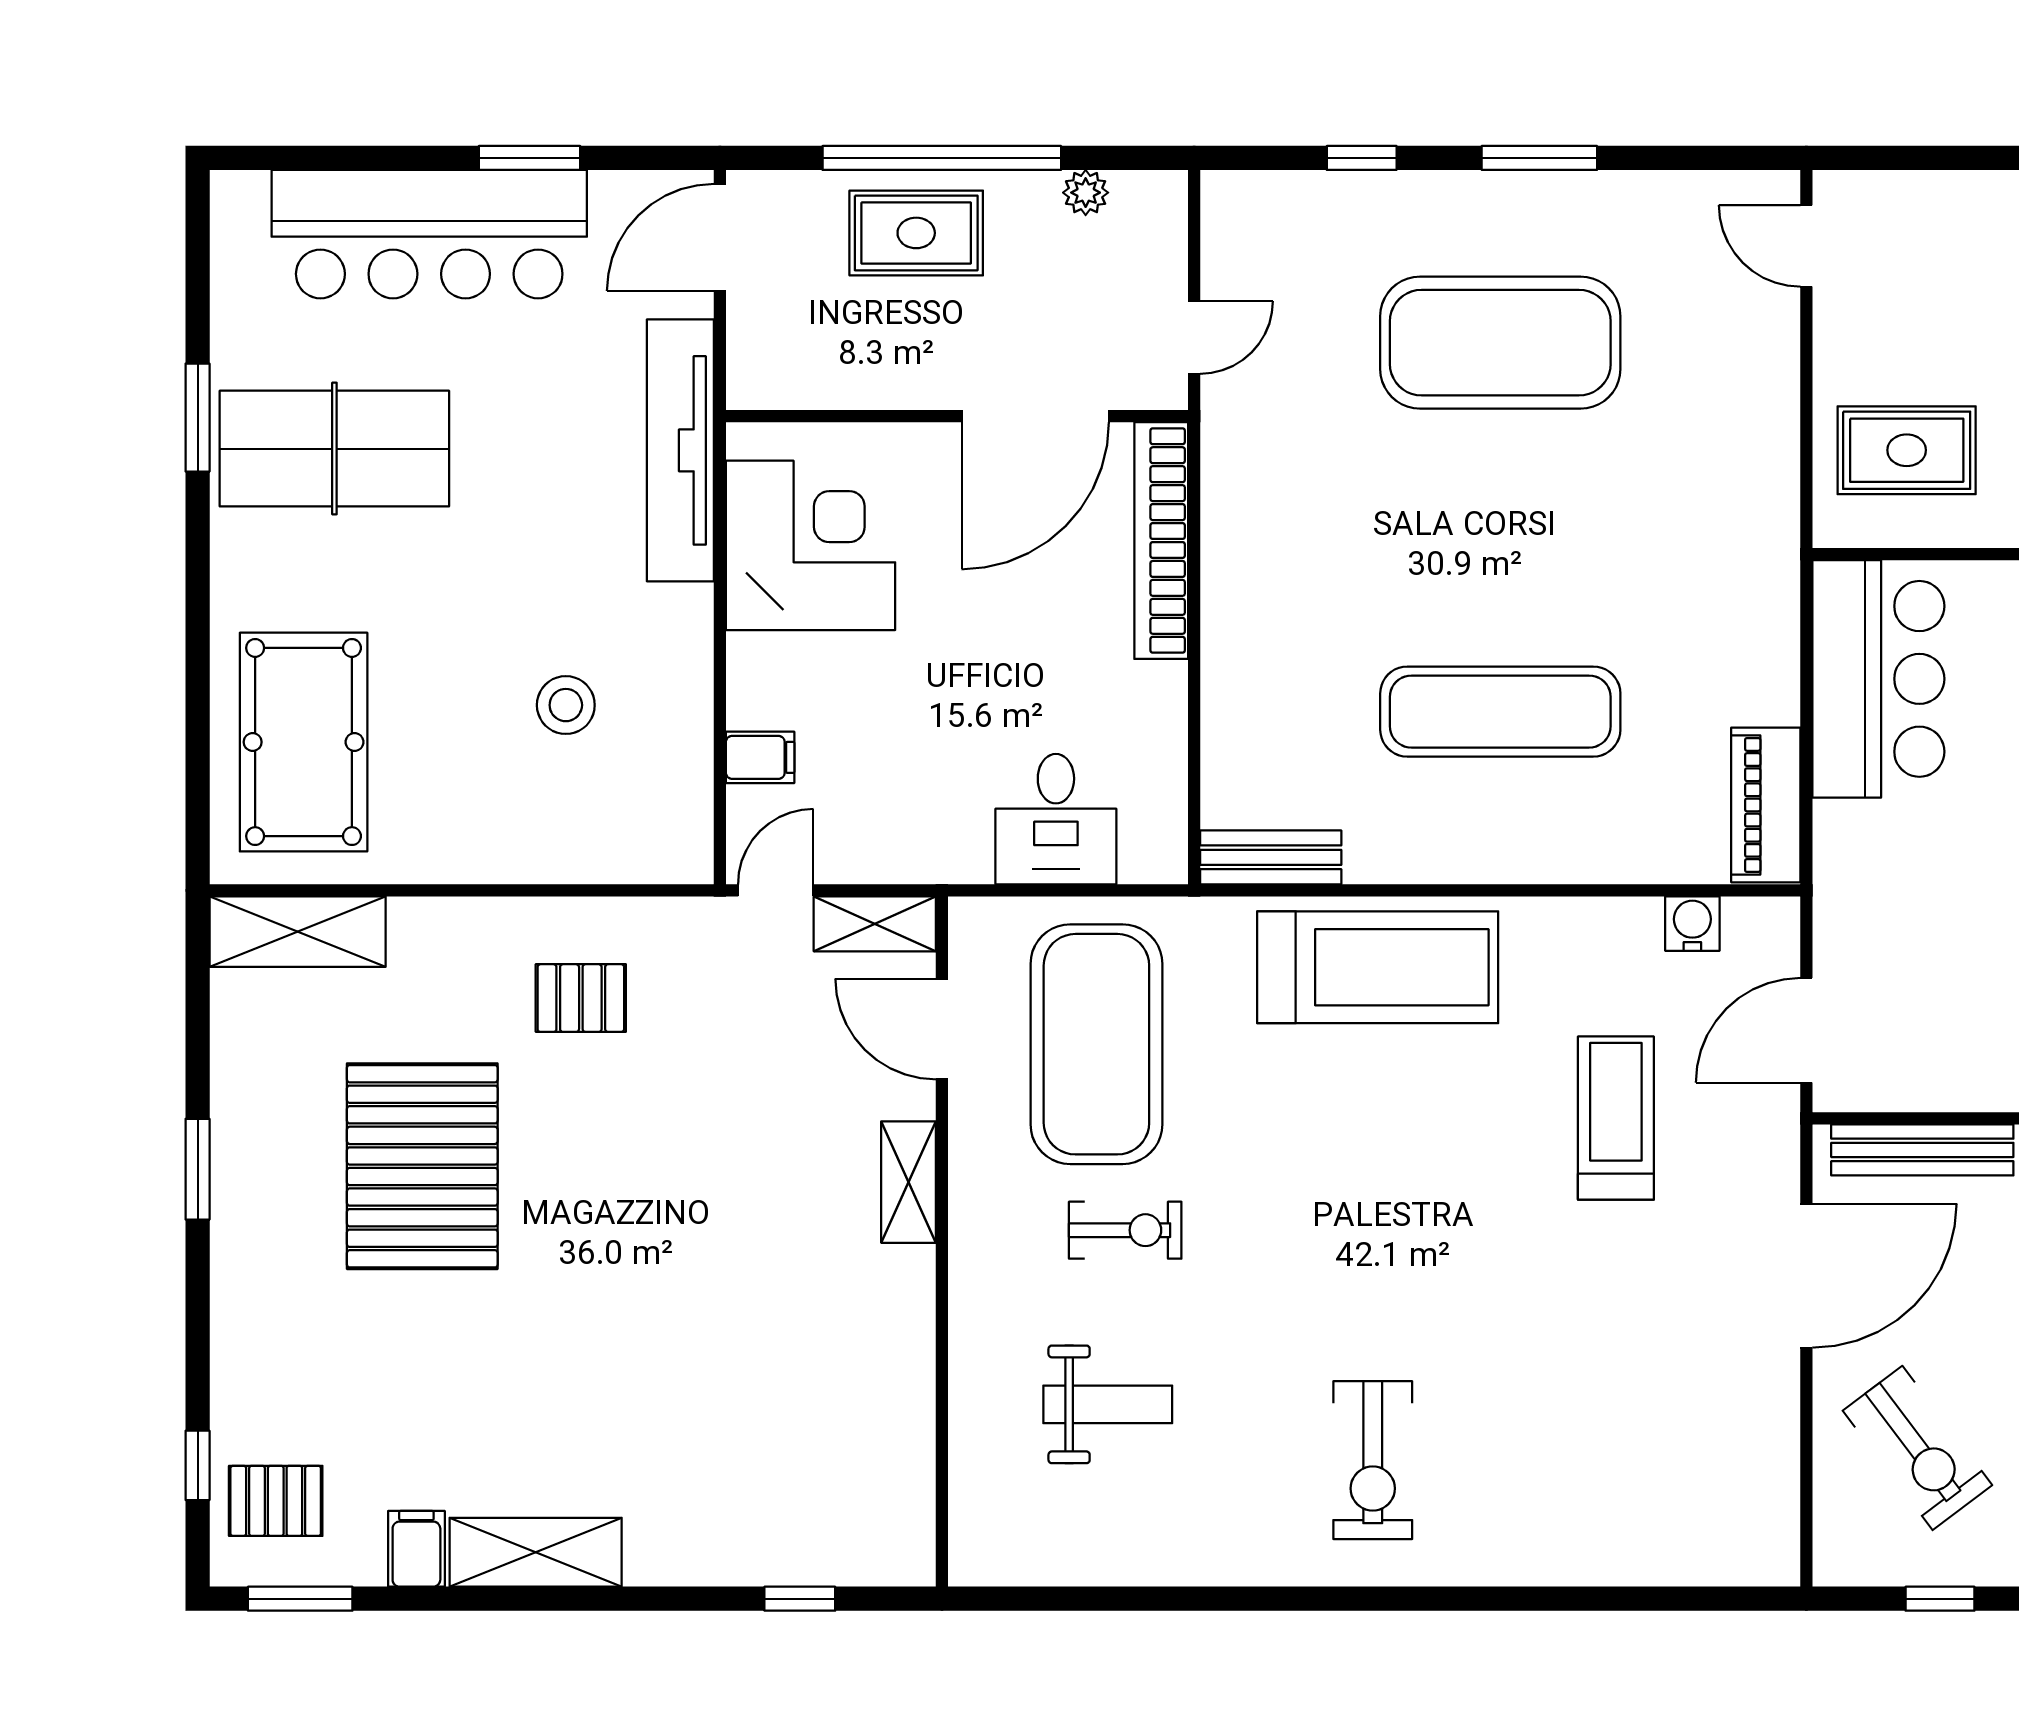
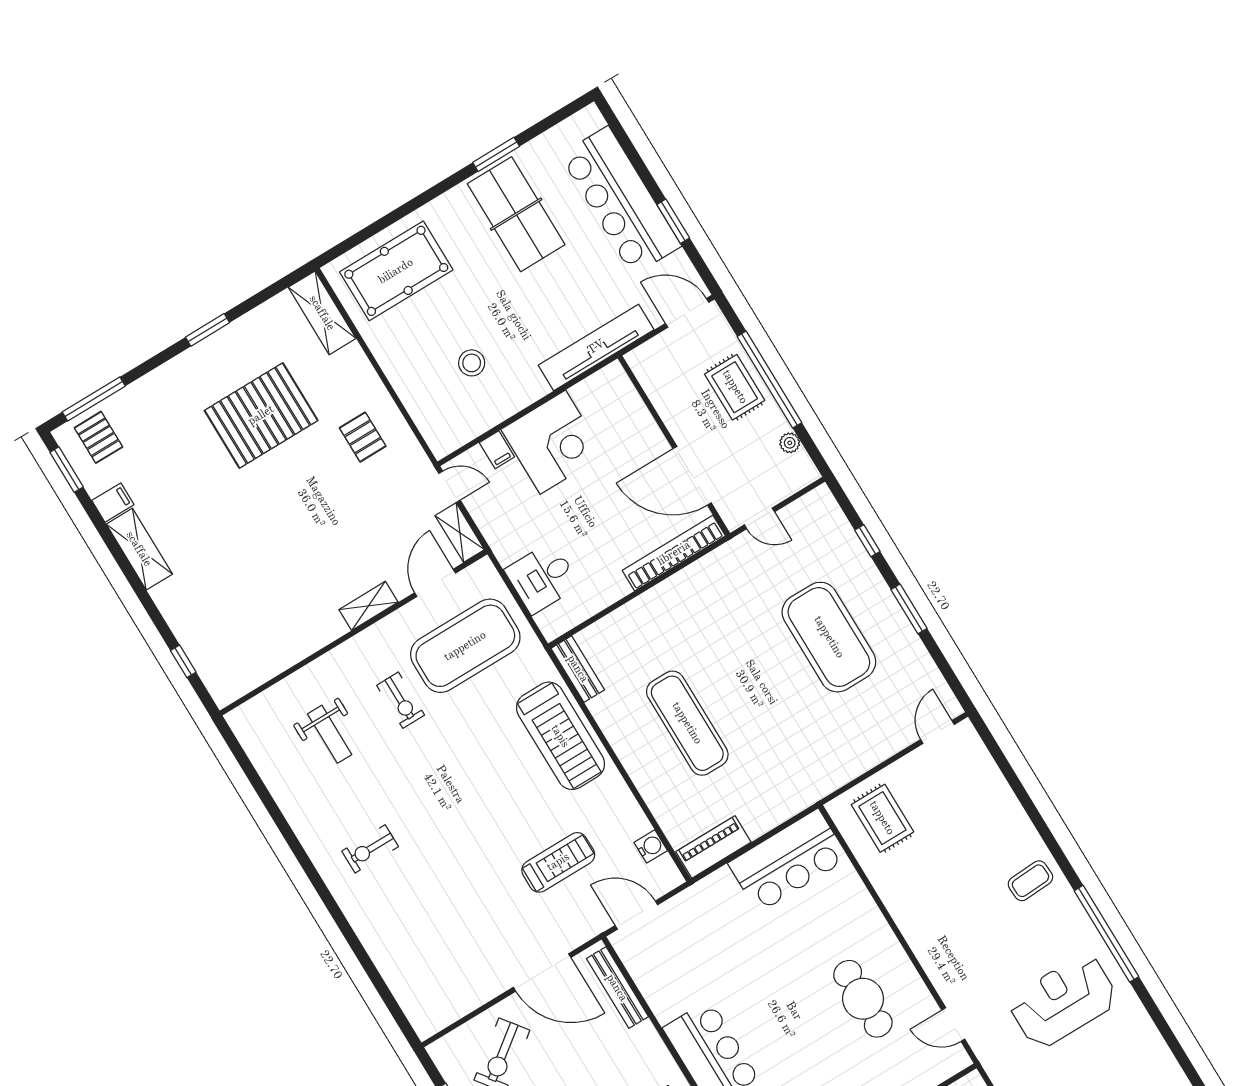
corner desk: (810, 545) -> (553, 442), moved
exercise bike: (1373, 1460) -> (370, 849), width x0.73, depth x0.72
window: (198, 1465) -> (94, 399), width x2.17

